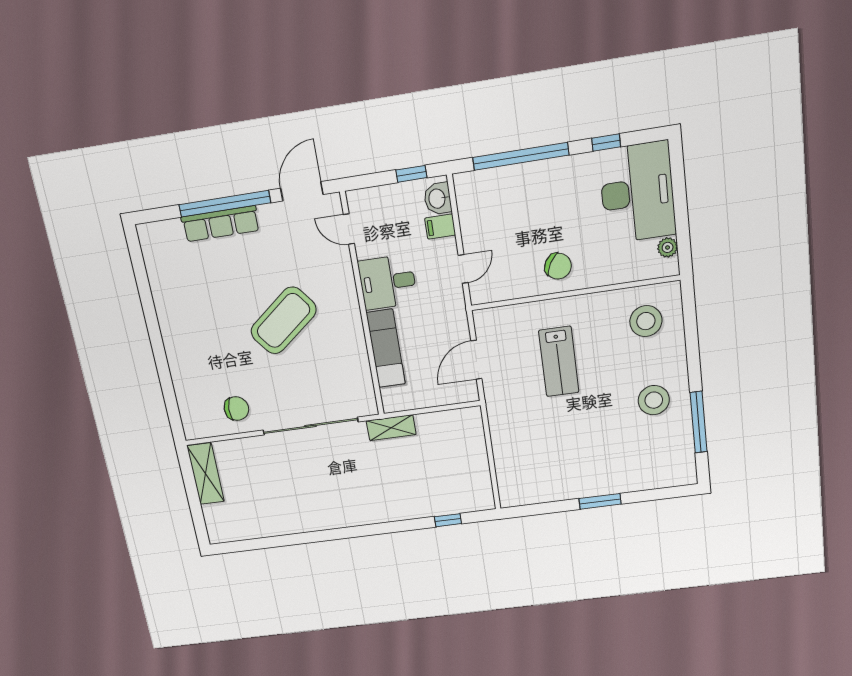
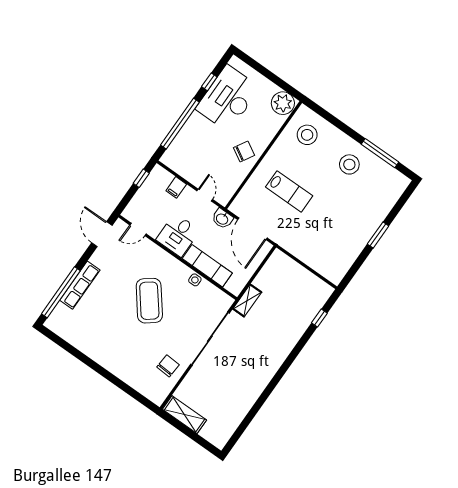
desk: (637, 193) -> (228, 98), moved, turned -90
washbasin: (438, 199) -> (222, 219), moved
window: (225, 204) -> (61, 292), moved
plant: (668, 247) -> (283, 103), width x1.88, depth x1.88
side table: (357, 350) -> (195, 280), added
door: (476, 360) -> (252, 229), width x1.36

